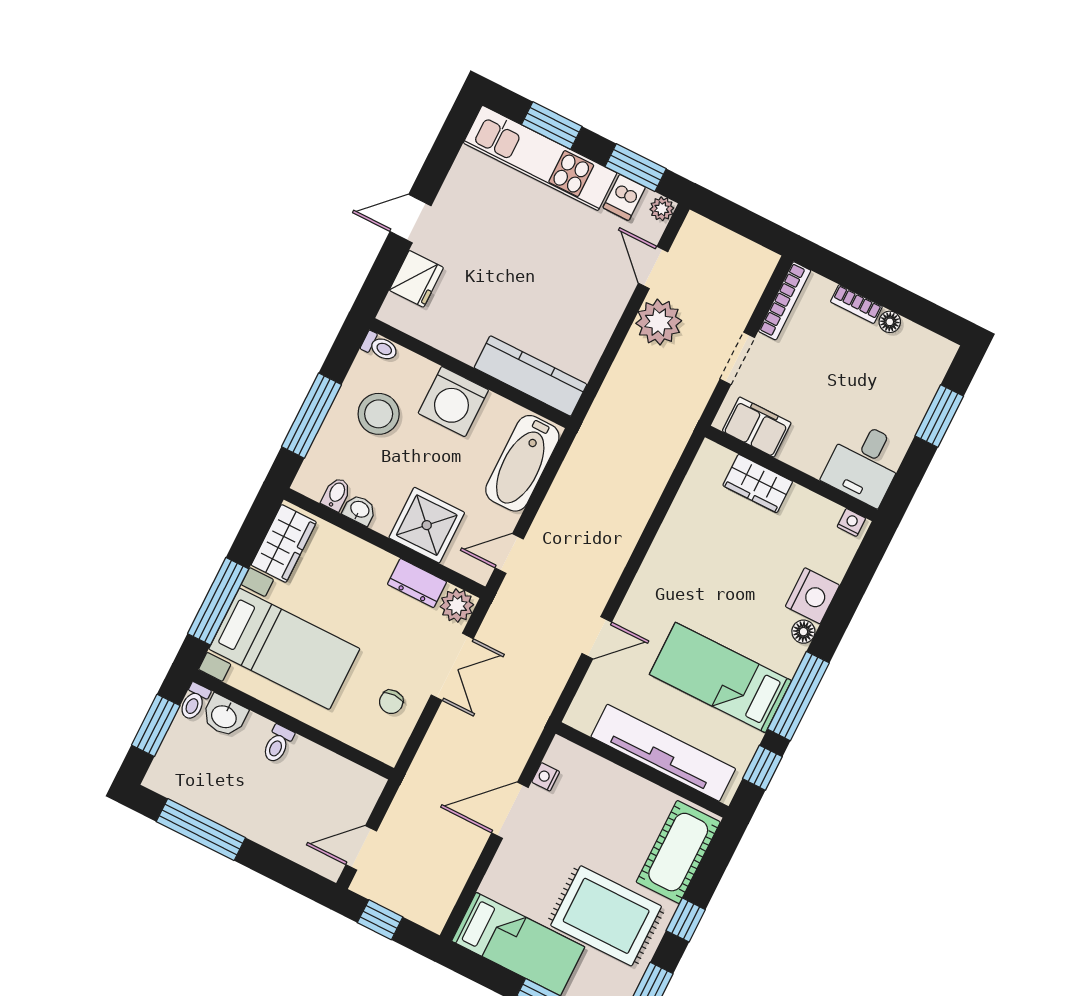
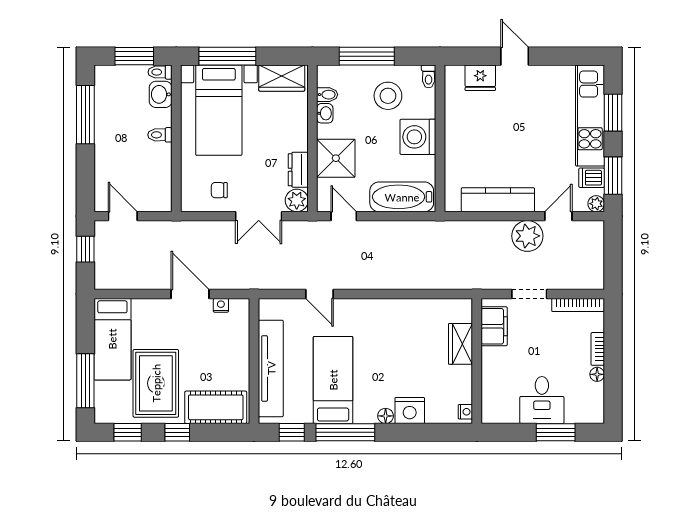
kitchen counter: (530, 376) -> (498, 200), moved, turned -90
desk: (864, 463) -> (542, 400), moved, turned -90

